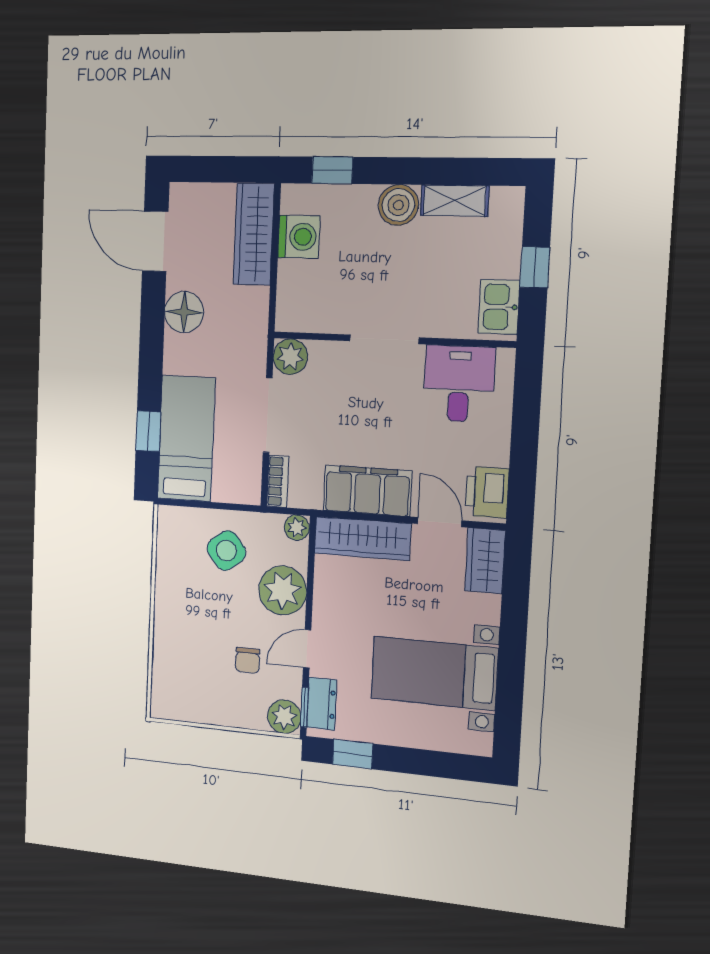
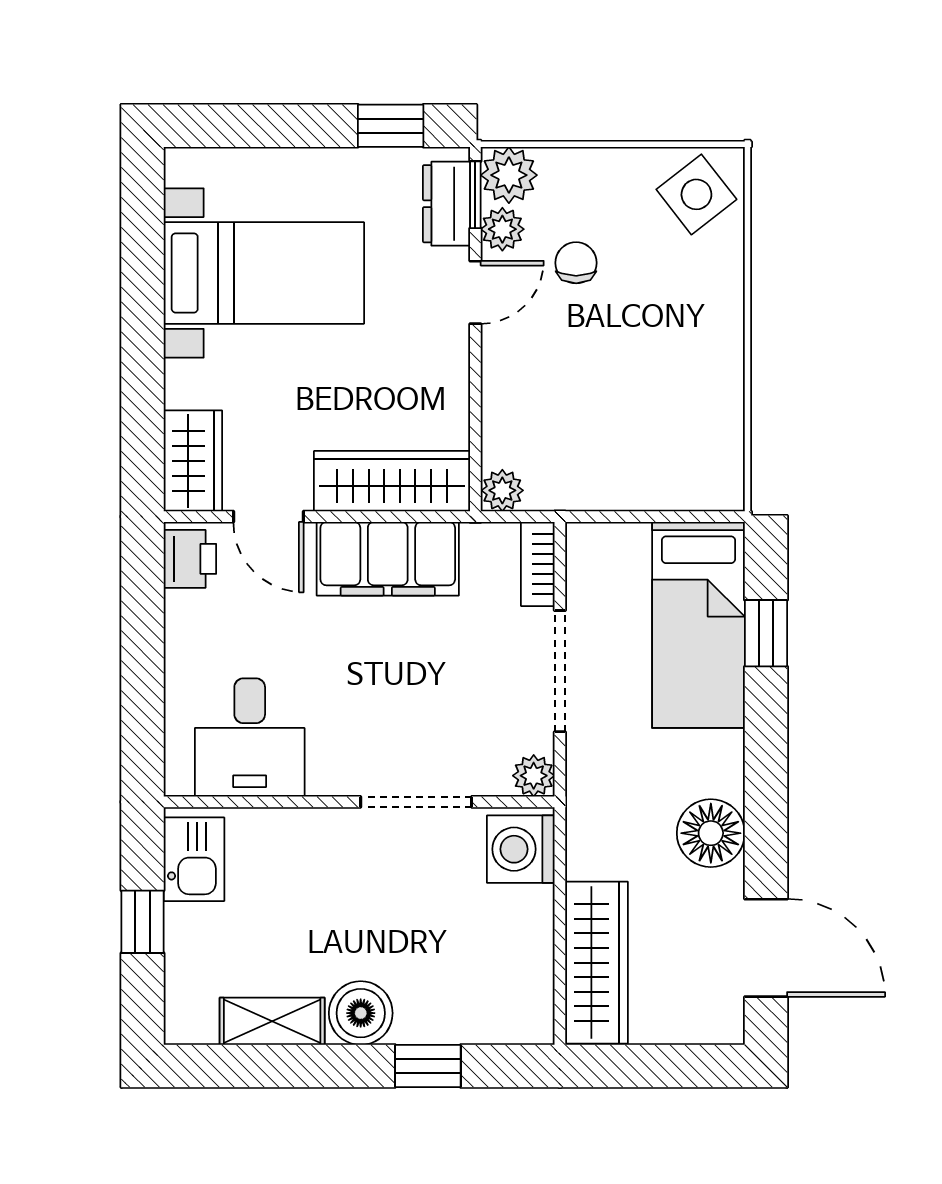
window: (332, 170) -> (428, 1066), moved
washing machine: (299, 237) -> (521, 849), moved
doorway: (384, 339) -> (416, 802), moved
plant: (290, 357) -> (534, 776), width x0.73, depth x0.73
printer: (487, 492) -> (190, 559), width x0.73, depth x0.81
side table: (226, 550) -> (696, 194), moved
plant: (283, 590) -> (502, 229), moved, width x0.53, depth x0.53

